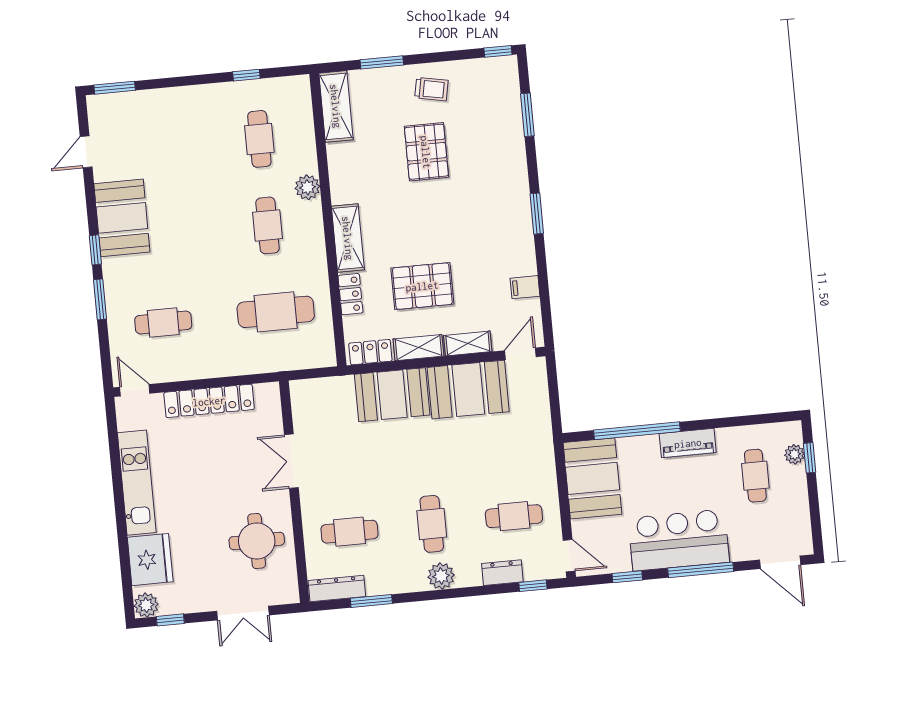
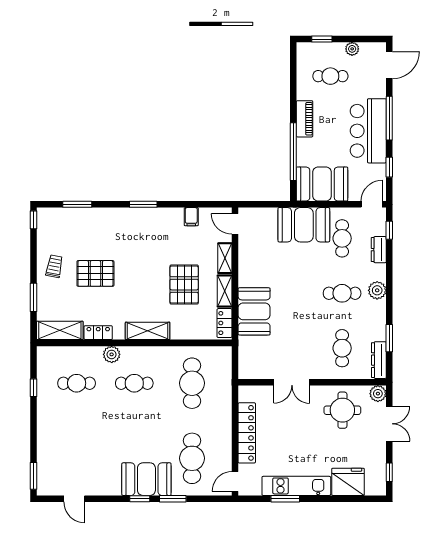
booth: (122, 218) -> (146, 479), moved
locker: (350, 294) -> (98, 333), moved
cafe table: (163, 323) -> (192, 458), width x1.37, depth x1.35
booth: (468, 390) -> (304, 225), moved, turned 90
plant: (794, 454) -> (352, 49), moved
window: (116, 468) -> (285, 499), added
plant: (146, 605) -> (378, 394), moved

